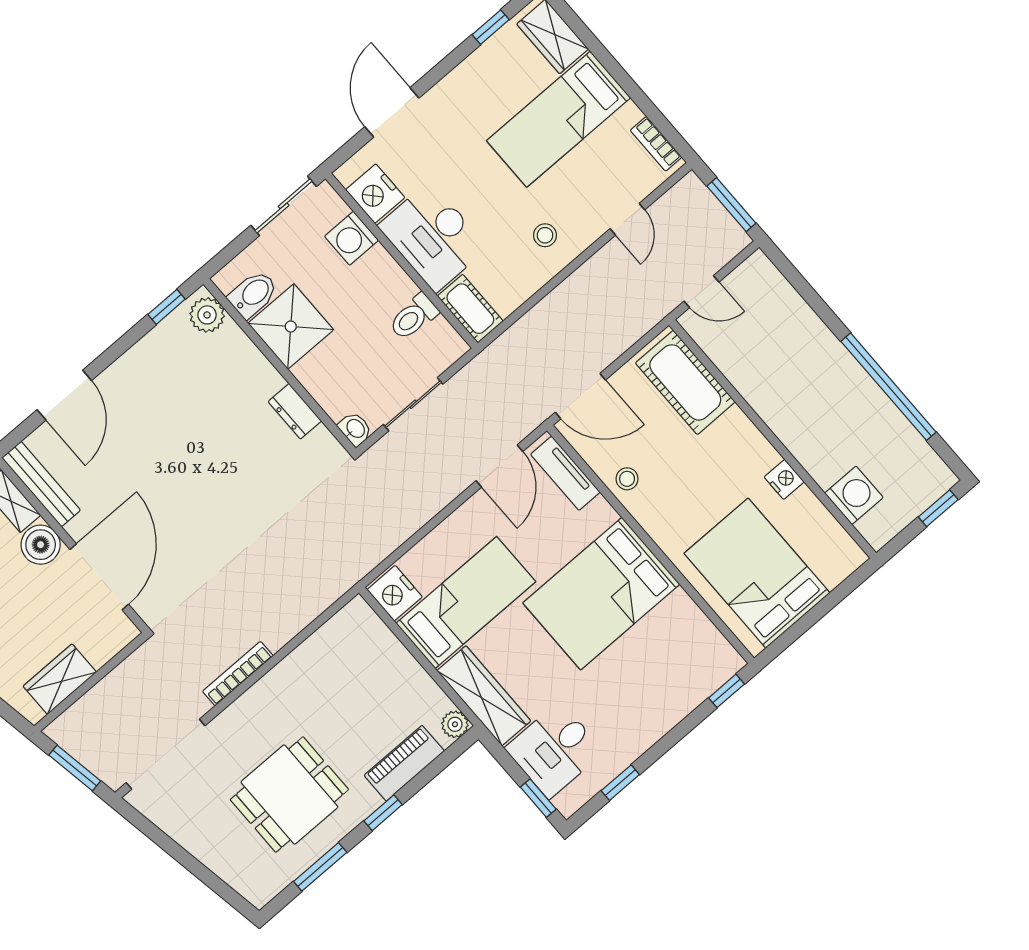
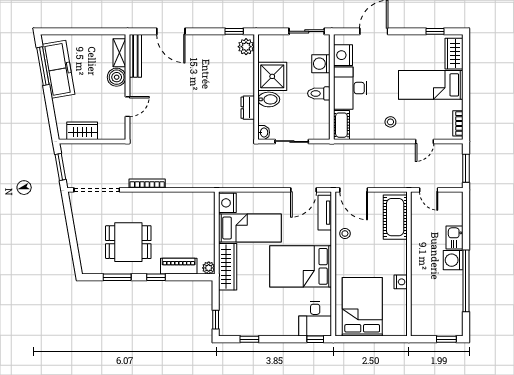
bidet: (253, 294) -> (269, 99), moved
toilet: (413, 317) -> (319, 93), moved
kitchen sink: (810, 333) -> (455, 237), added
door: (64, 395) -> (171, 31), hinge flipped
washing machine: (854, 495) -> (453, 260), moved, turned 180
door: (99, 577) -> (128, 107), width x0.53
desk: (554, 750) -> (315, 319), moved, turned -90

